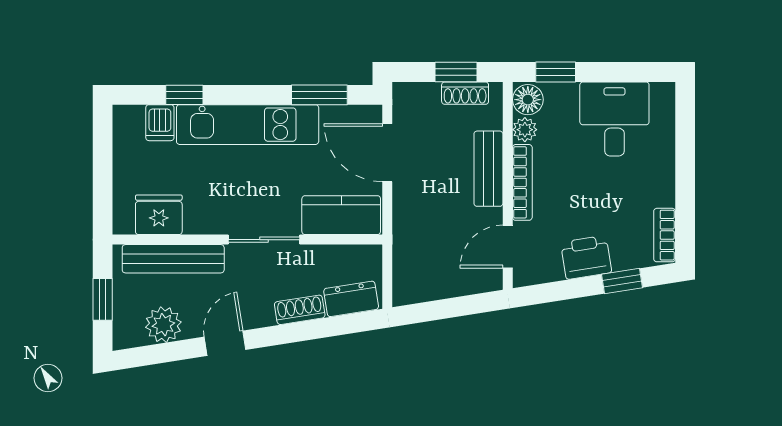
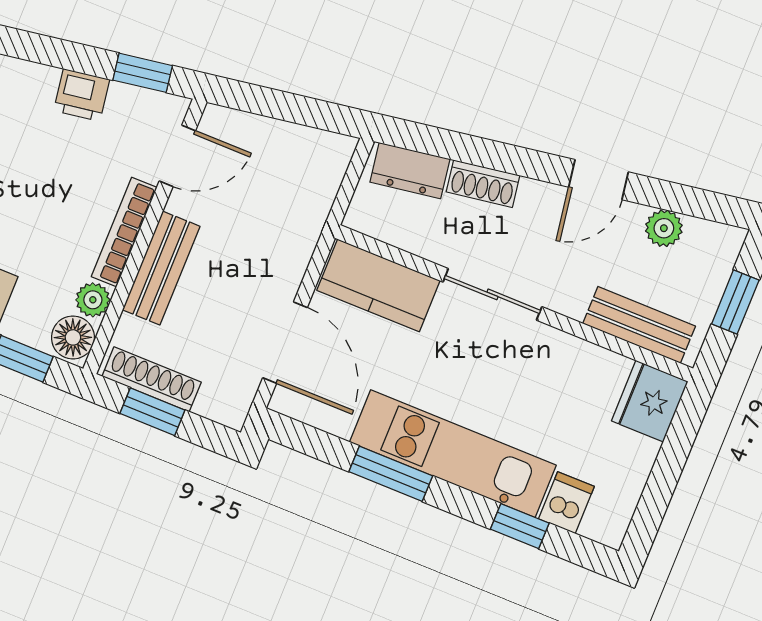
shoe rack: (465, 93) -> (152, 379), width x1.43
window: (319, 95) -> (391, 474), moved
fridge: (159, 215) -> (650, 401), moved, turned 90
printer: (586, 257) -> (82, 95), width x0.73, depth x0.81
bench: (173, 259) -> (639, 325), width x0.73
window: (622, 281) -> (143, 73), moved
plant: (163, 325) -> (664, 228), width x0.73, depth x0.73

